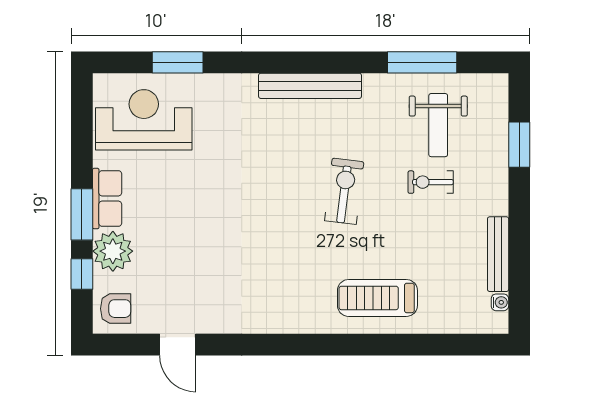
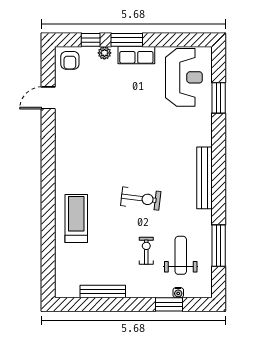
weight bench: (438, 125) -> (181, 255), turned 90
plant: (113, 251) -> (104, 53), width x0.53, depth x0.53
water cooler: (500, 302) -> (178, 293), moved

